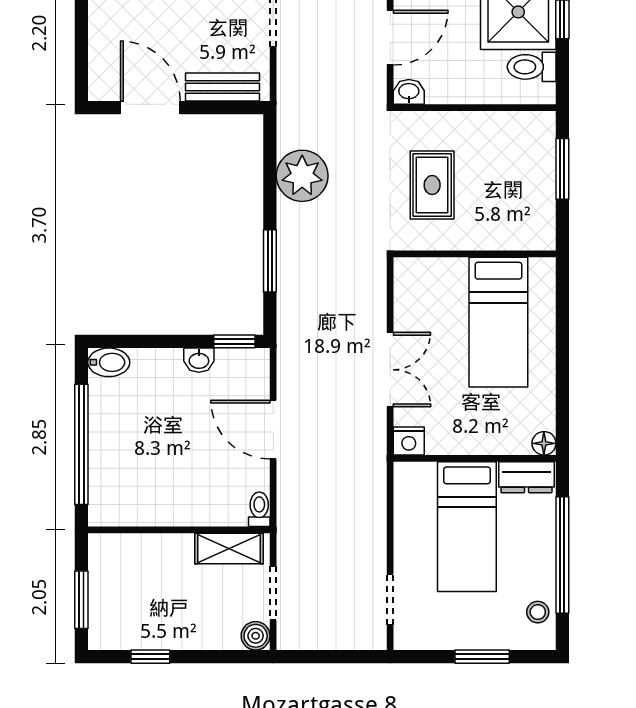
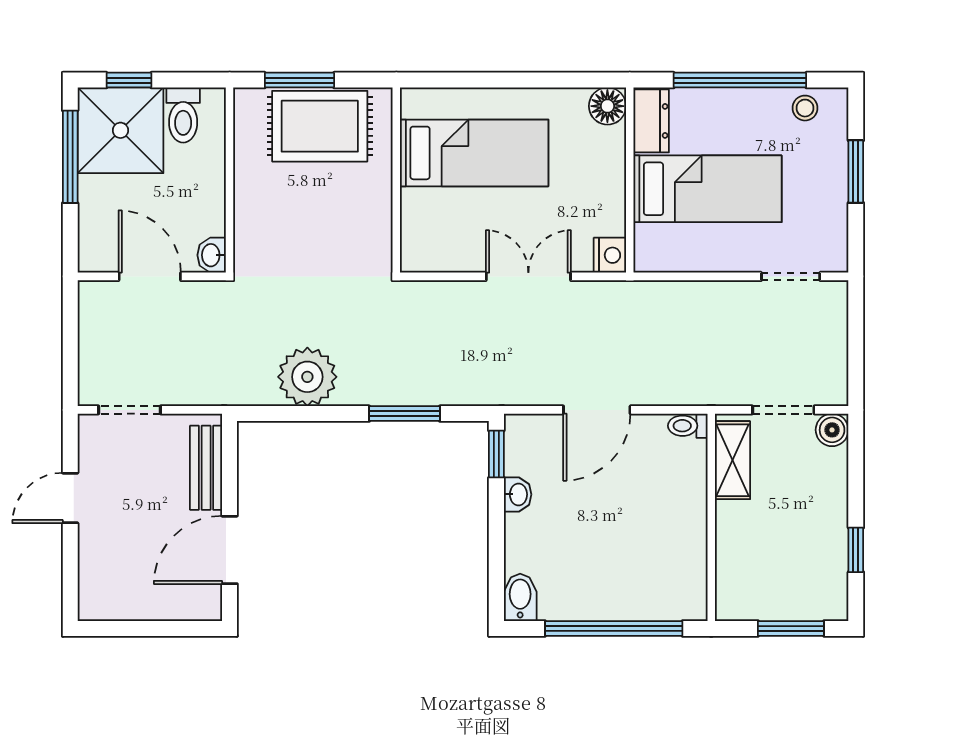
rug: (432, 185) -> (320, 126), moved, width x1.36, depth x1.43
floor lamp: (544, 443) -> (607, 106), width x1.37, depth x1.37

